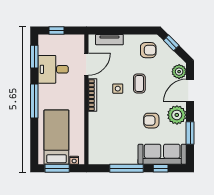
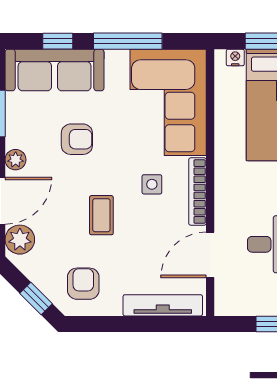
tv unit: (109, 40) -> (163, 305), width x1.41
armchair: (148, 50) -> (83, 284), turned 90
side table: (118, 89) -> (152, 184), moved
plant: (177, 115) -> (16, 160), width x0.53, depth x0.53
corner sofa: (107, 138) -> (168, 102), added

